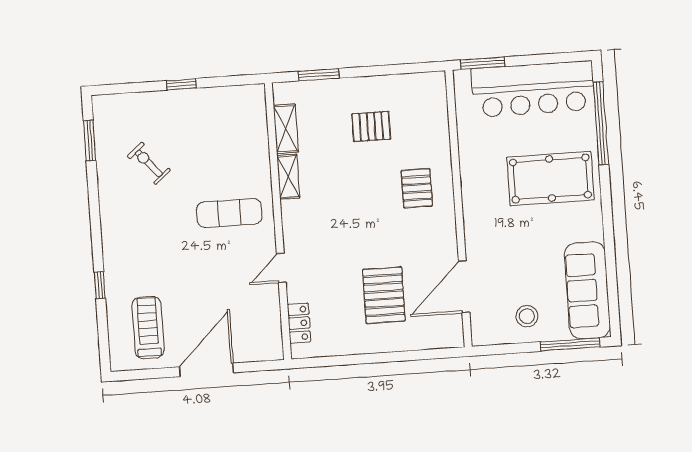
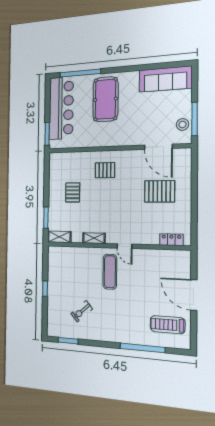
shelving: (286, 129) -> (59, 237), moved
door: (281, 268) -> (125, 246), moved
window: (100, 285) -> (142, 348), width x3.17
stool: (527, 316) -> (182, 125), moved
window: (570, 344) -> (195, 119), moved

